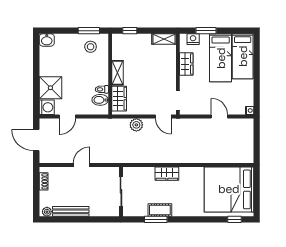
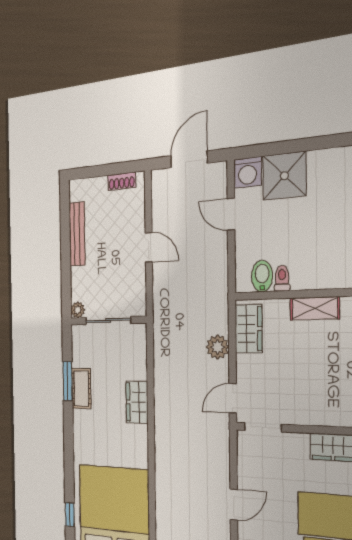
wardrobe: (119, 99) -> (249, 329), moved, turned -90
plant: (47, 212) -> (78, 310), moved

